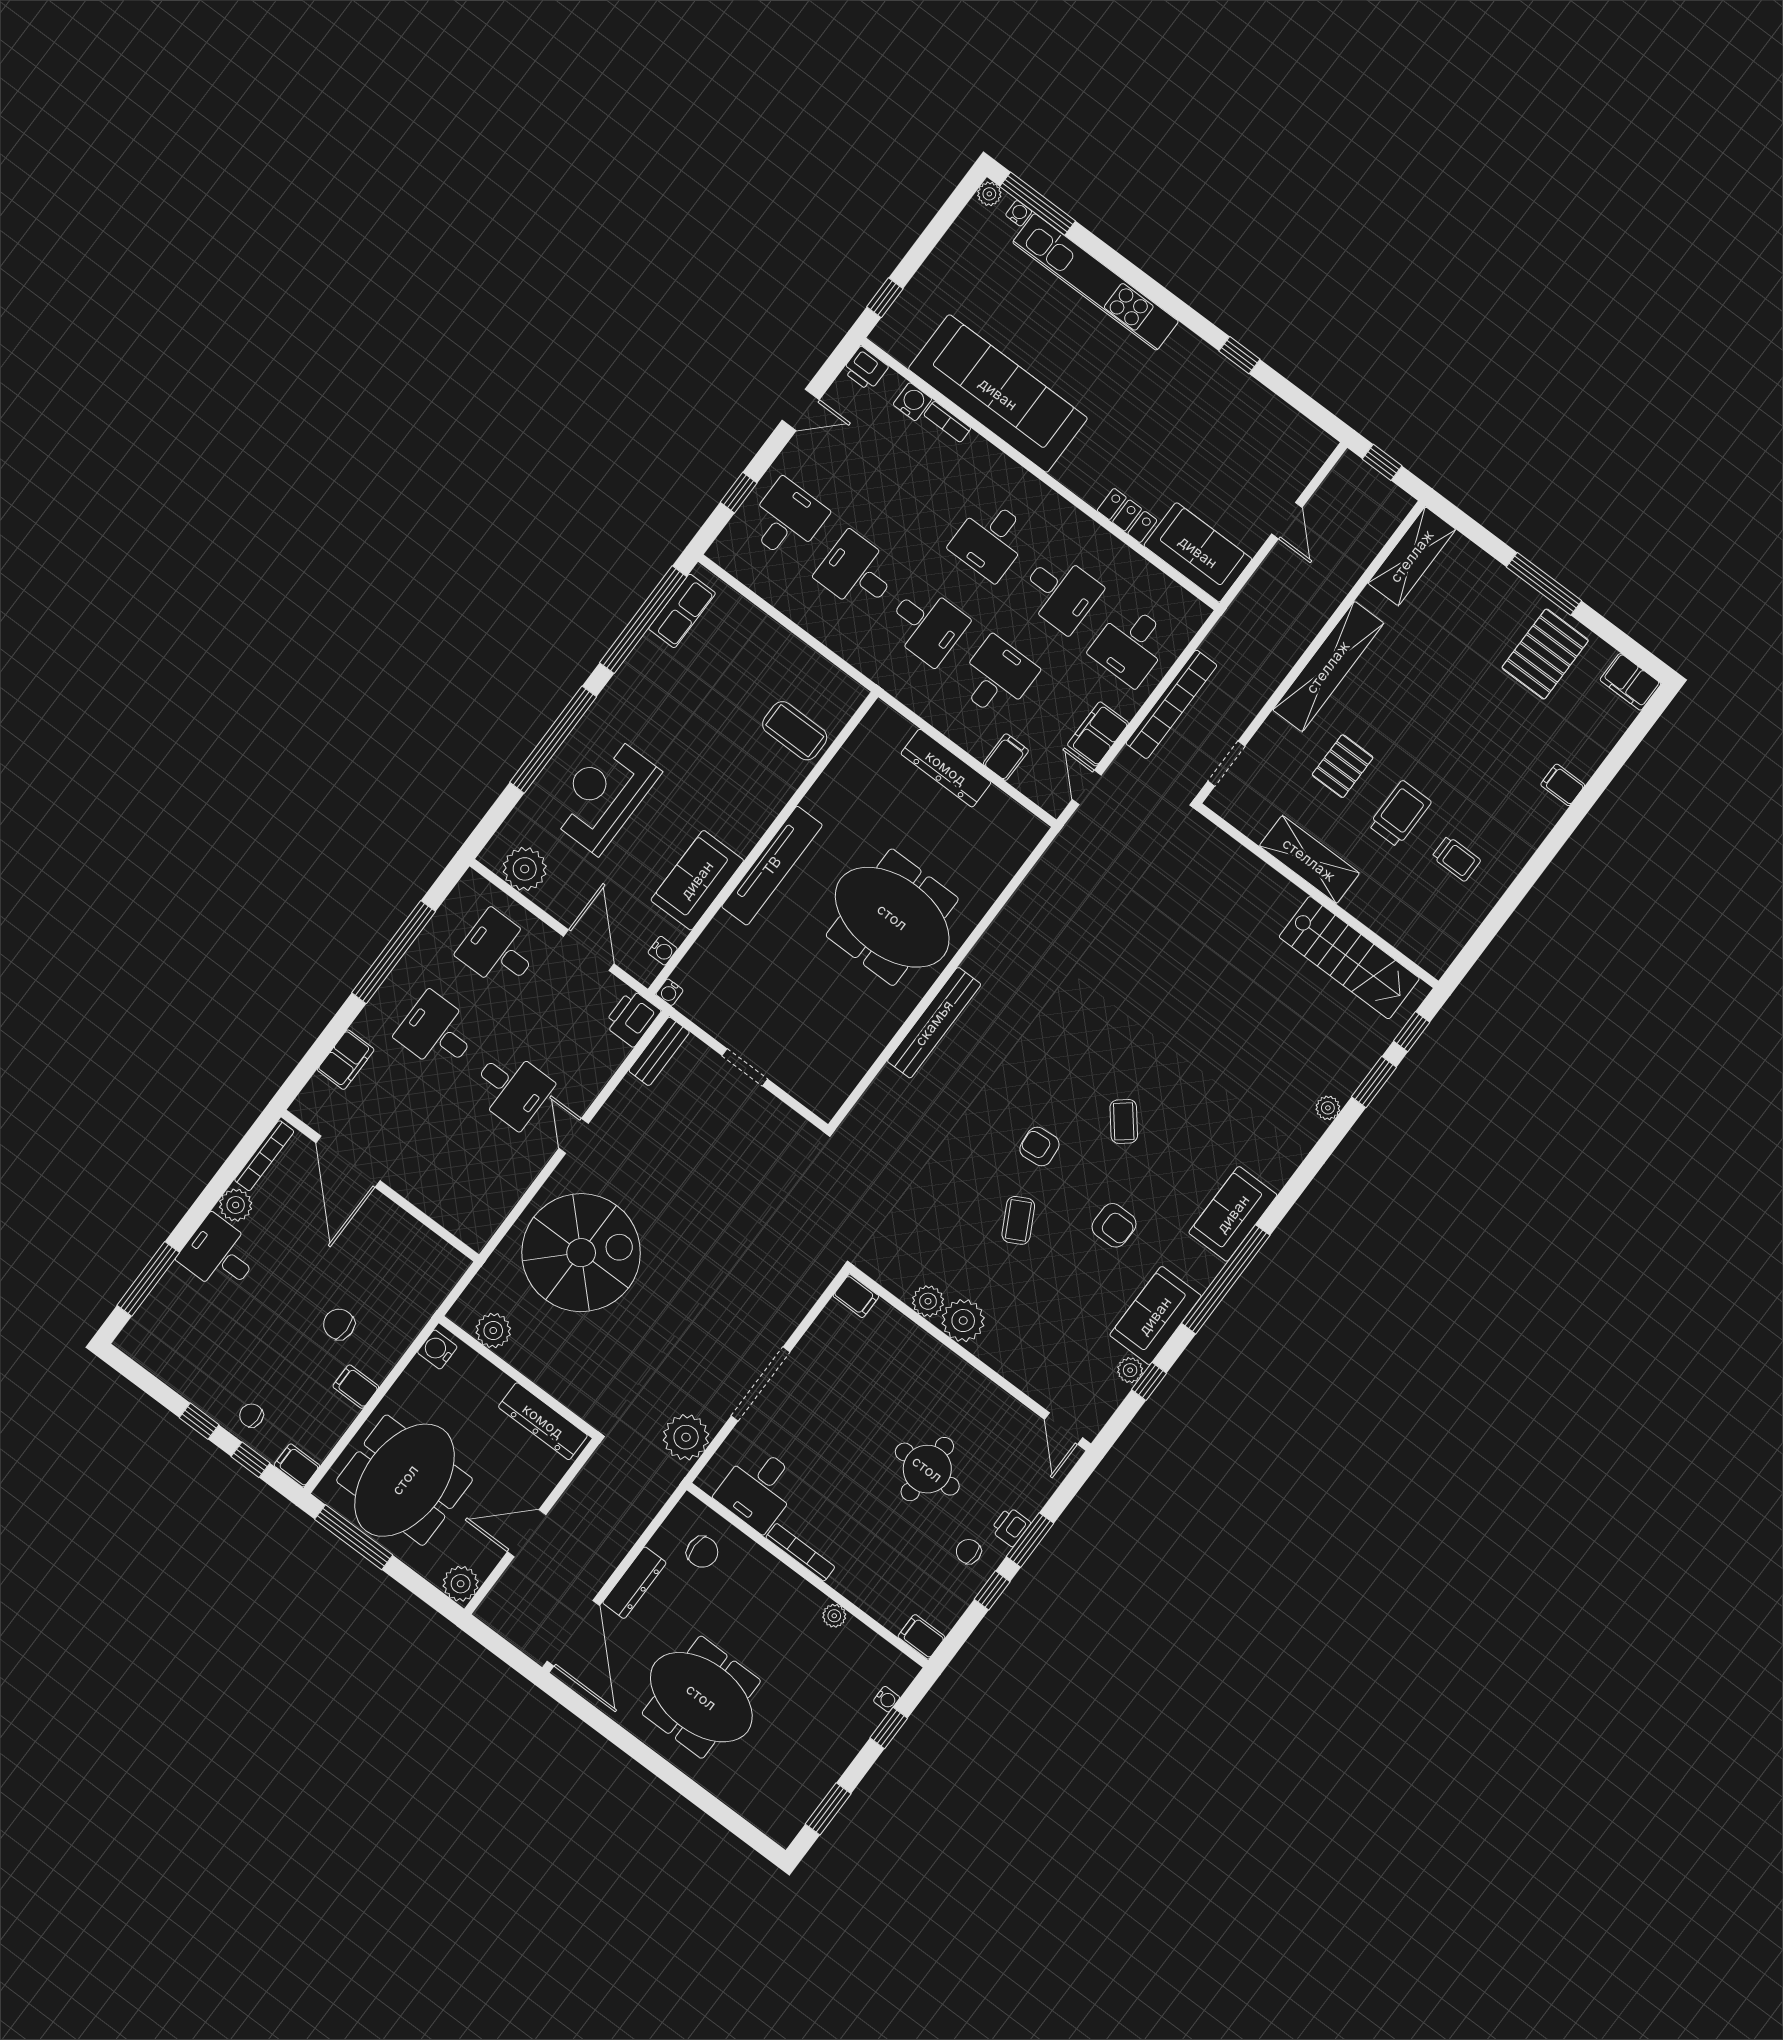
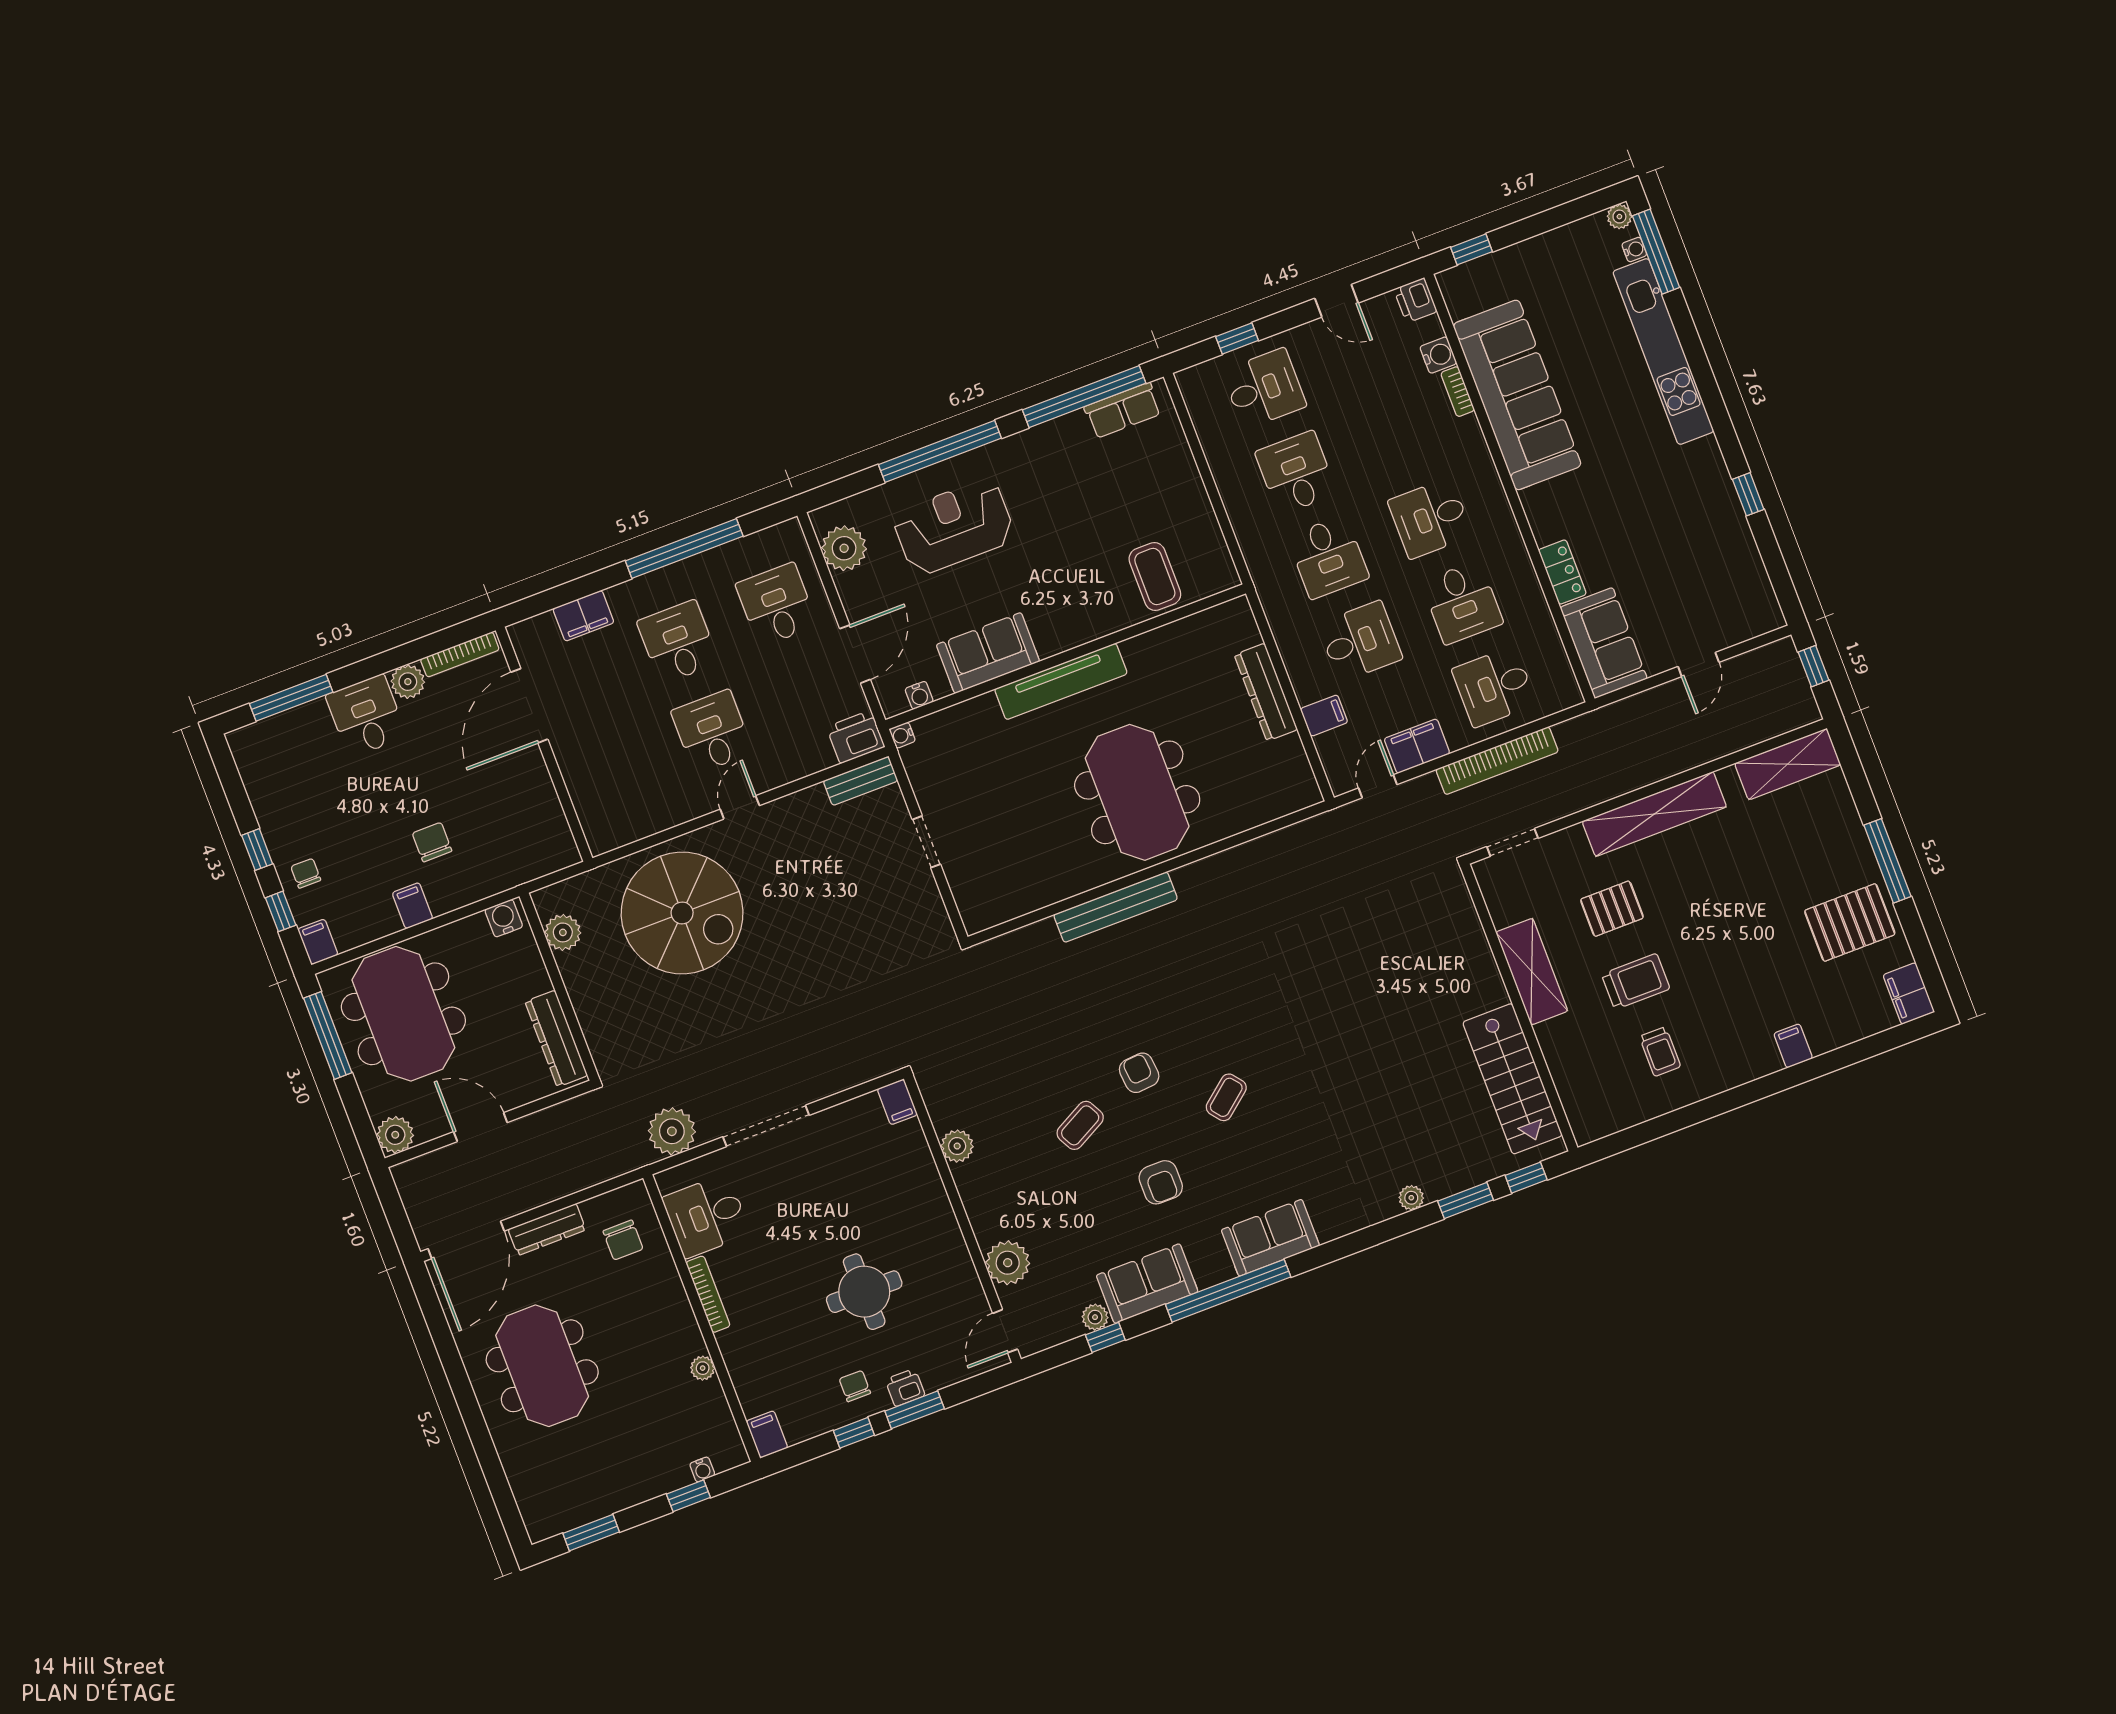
desk: (511, 1088) -> (712, 732), turned 180
plant: (963, 1321) -> (1008, 1263), moved
meeting table: (405, 1480) -> (403, 1014), turned 90

